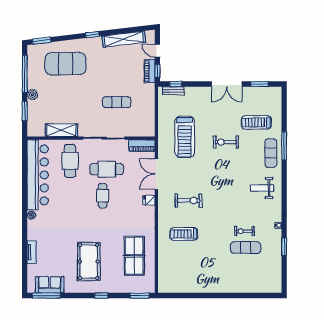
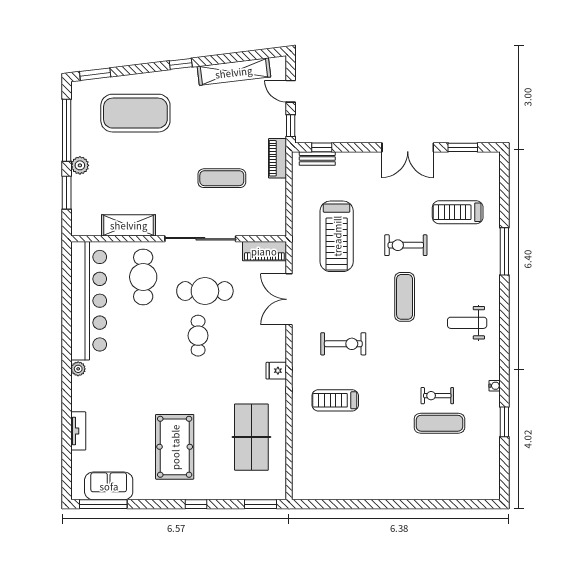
piano: (150, 71) -> (277, 158), moved
exercise mat: (271, 153) -> (405, 297), moved
fridge: (149, 200) -> (276, 371), moved

